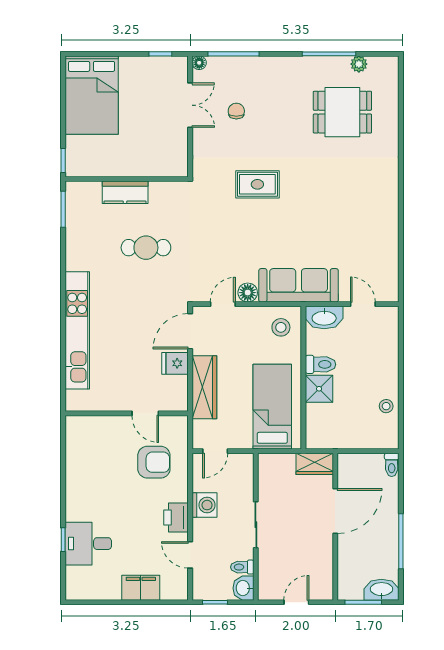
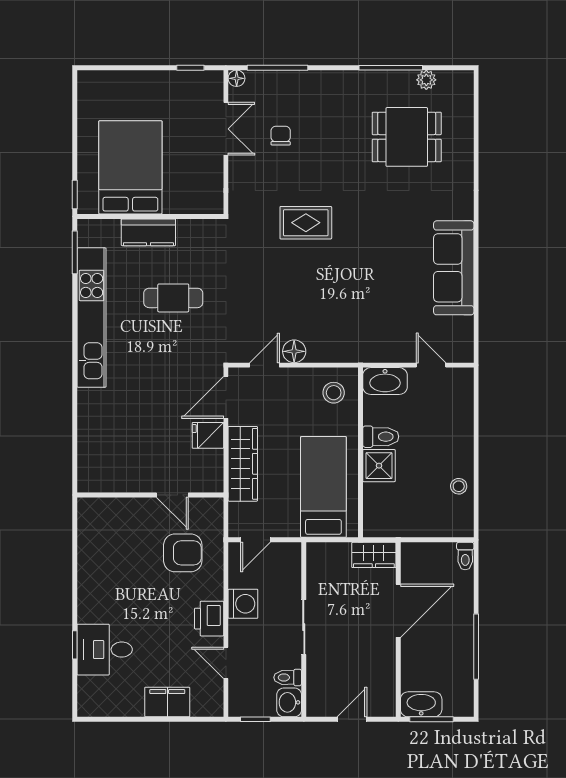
bed: (92, 95) -> (130, 167), moved, turned 180
sofa: (299, 285) -> (454, 268), moved, turned -90
kitchen unit: (77, 330) -> (92, 318), moved
washbasin: (381, 590) -> (421, 704), moved

